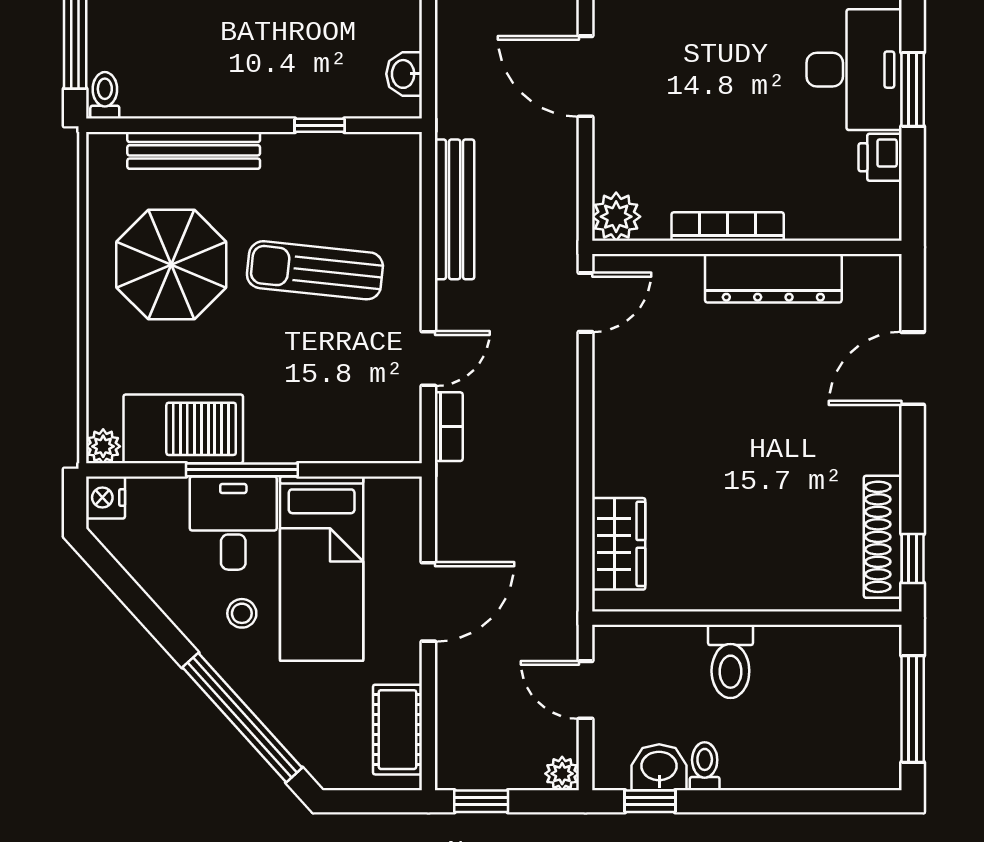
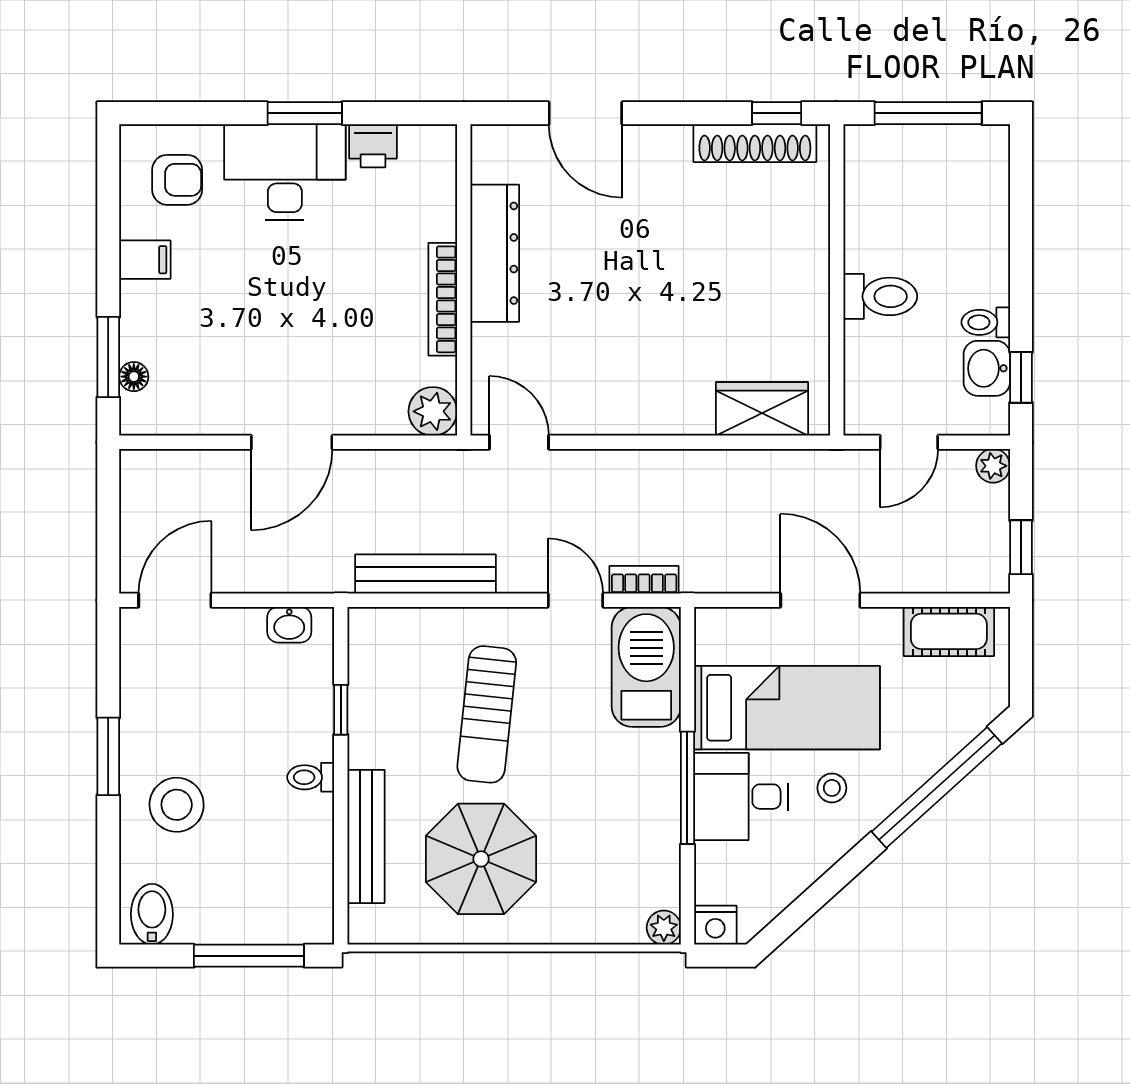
toilet: (105, 95) -> (311, 777), moved
barbecue: (183, 429) -> (646, 667), moved

